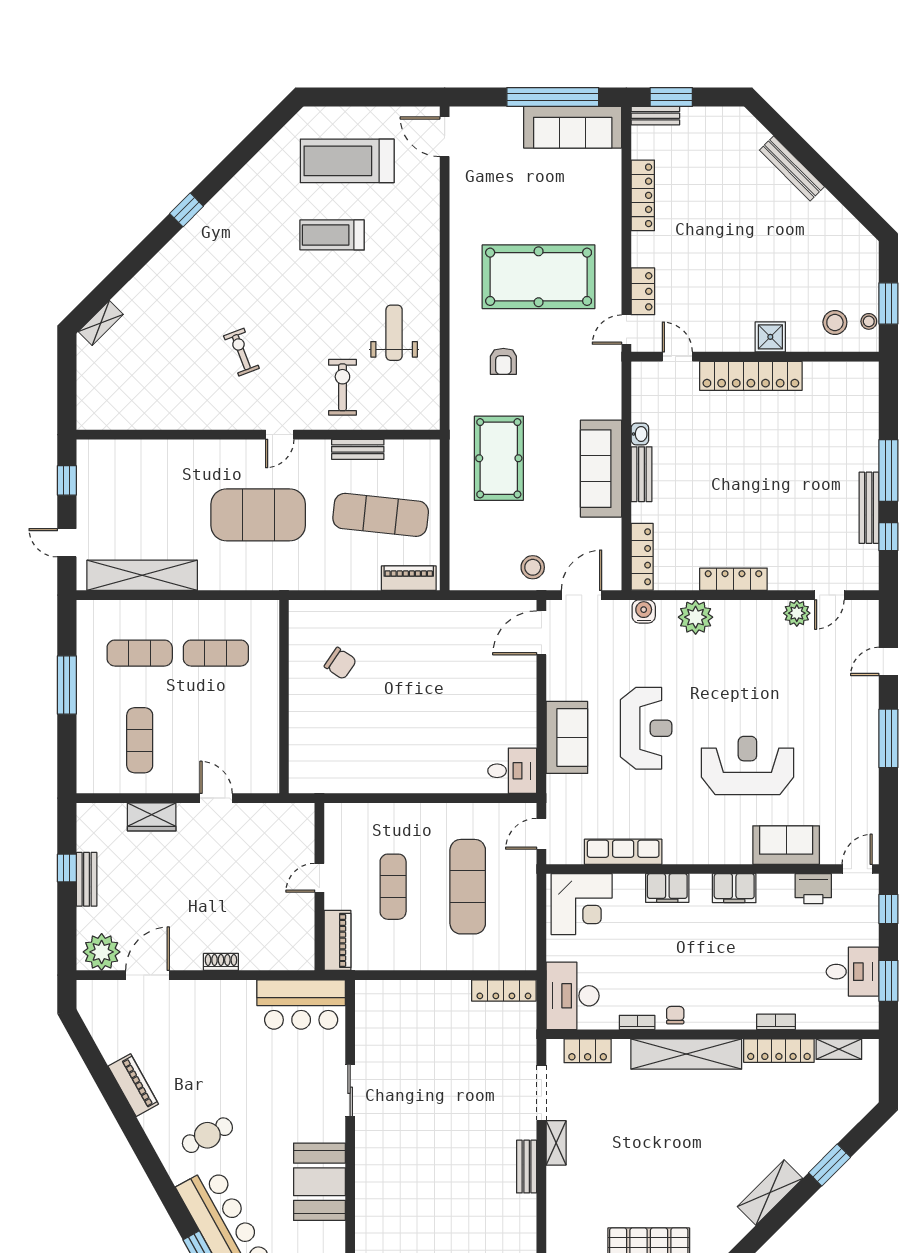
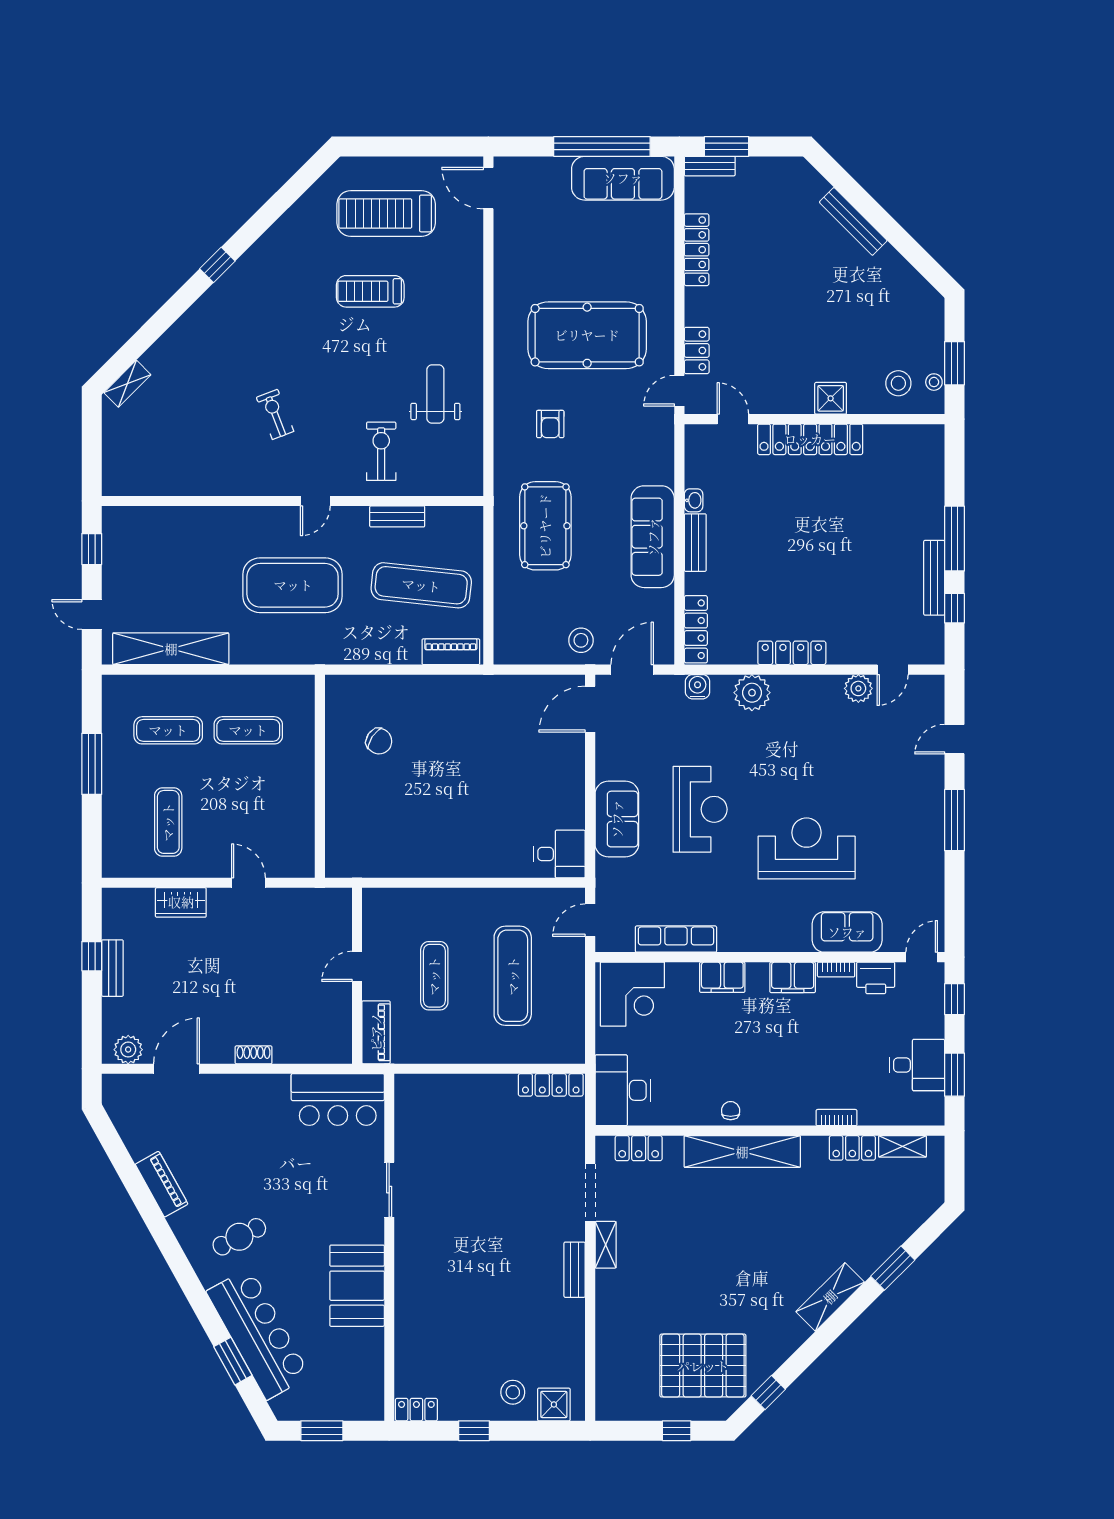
plant: (102, 952) -> (128, 1050), width x0.73, depth x0.73
bookcase: (637, 1022) -> (836, 970), moved, turned 180
locker: (779, 1051) -> (852, 1148), width x0.66

